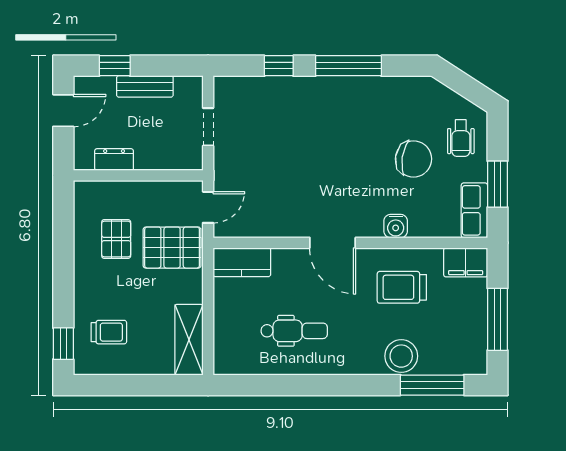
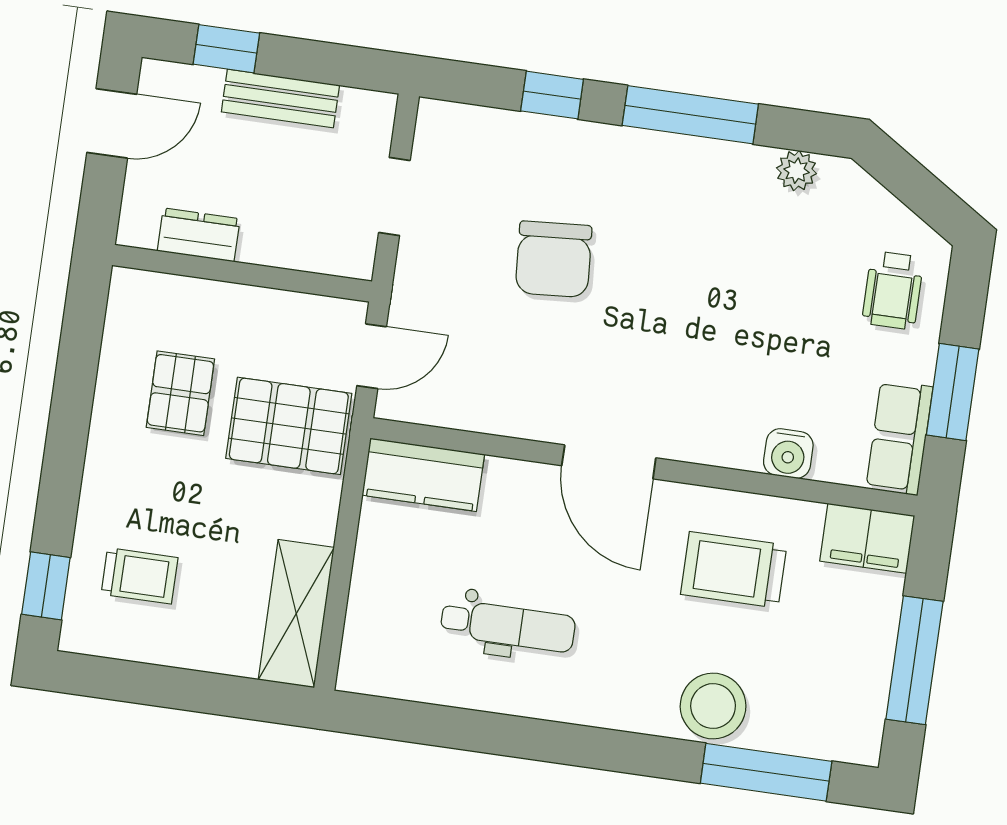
plant: (405, 86) -> (797, 171), added
chair: (414, 159) -> (554, 259), moved, turned 77
water cooler: (396, 226) -> (788, 454), moved

